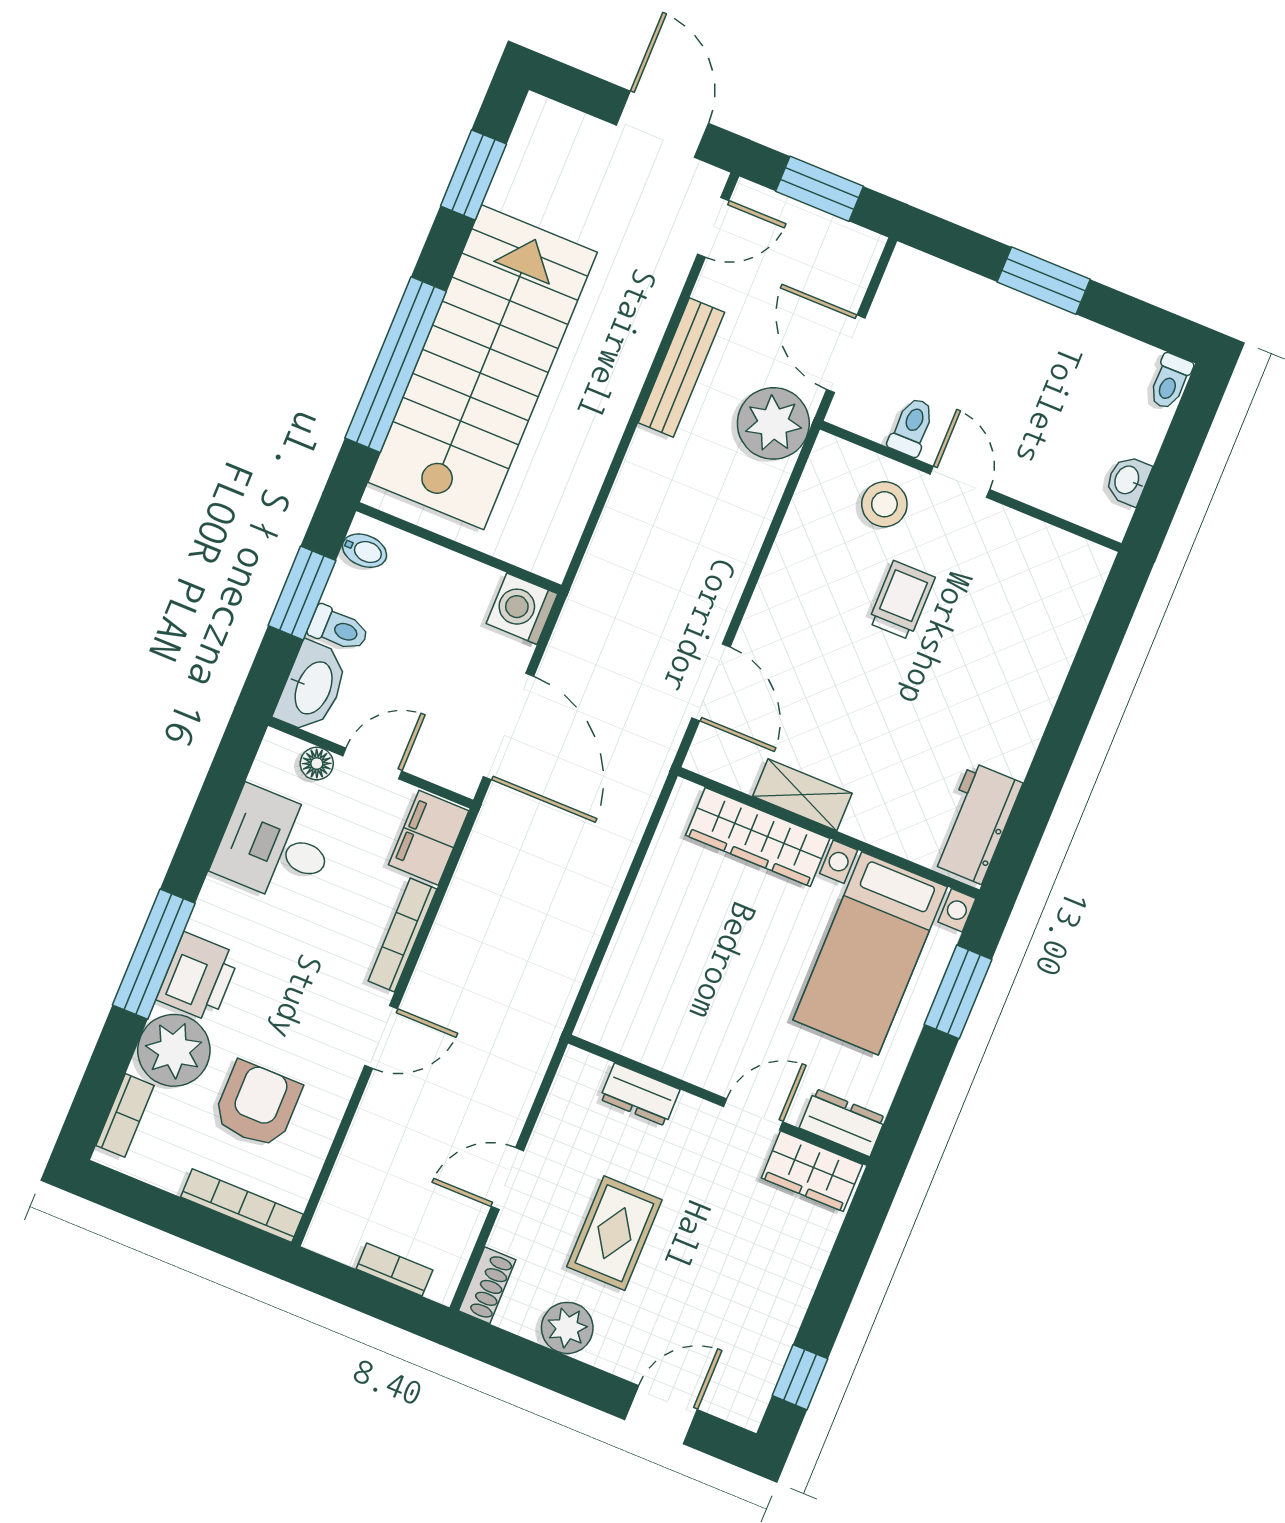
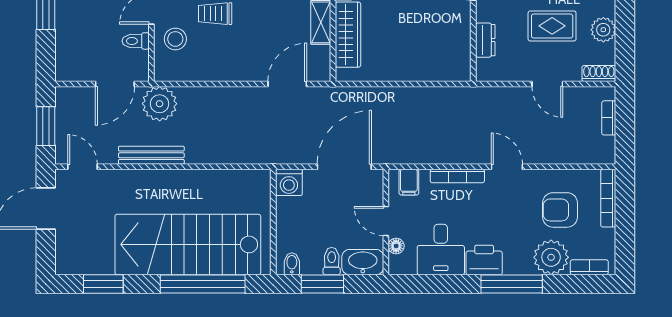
filing cabinet: (429, 838) -> (409, 182), width x0.50
printer: (198, 977) -> (484, 260), moved

